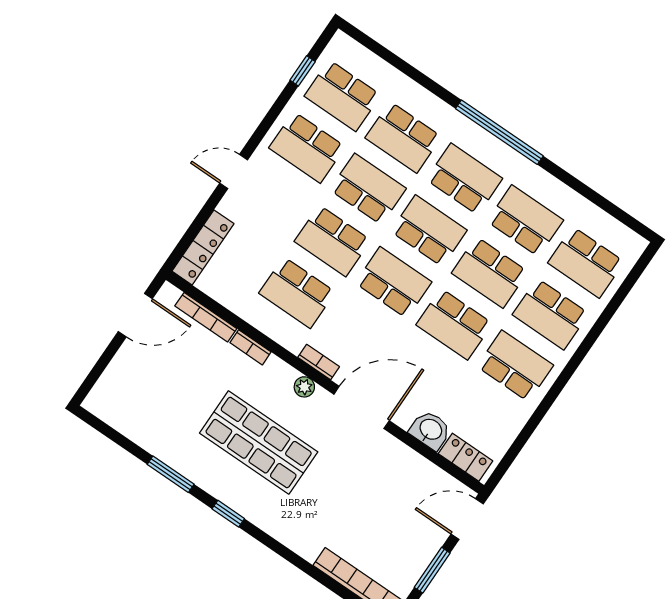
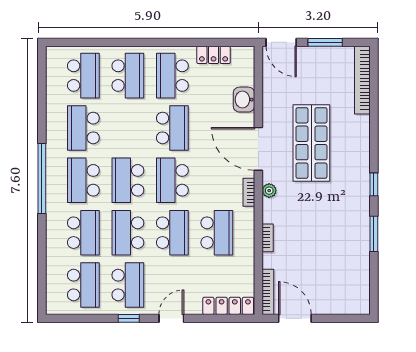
window: (303, 71) -> (129, 318), moved
door: (234, 171) -> (171, 318), swing flipped
school desk: (490, 272) -> (128, 128), removed
bookcase: (206, 317) -> (268, 292), moved
shop shelf: (259, 442) -> (311, 143), moved
locker: (466, 457) -> (214, 55), moved, turned -90

